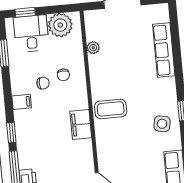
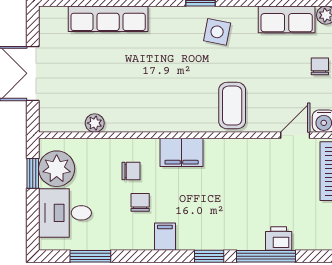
window: (25, 12) -> (33, 173), moved
coffee table: (111, 109) -> (232, 106), moved
filing cabinet: (81, 124) -> (182, 152), moved

